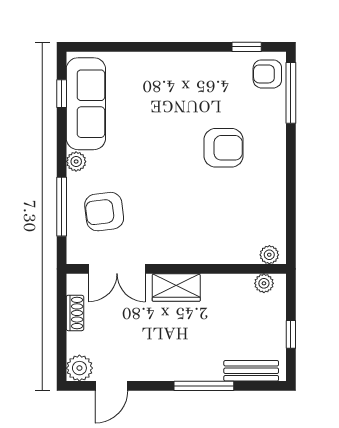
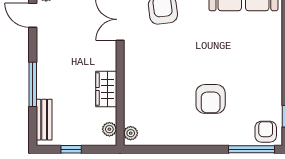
wardrobe: (176, 288) -> (106, 89), moved

